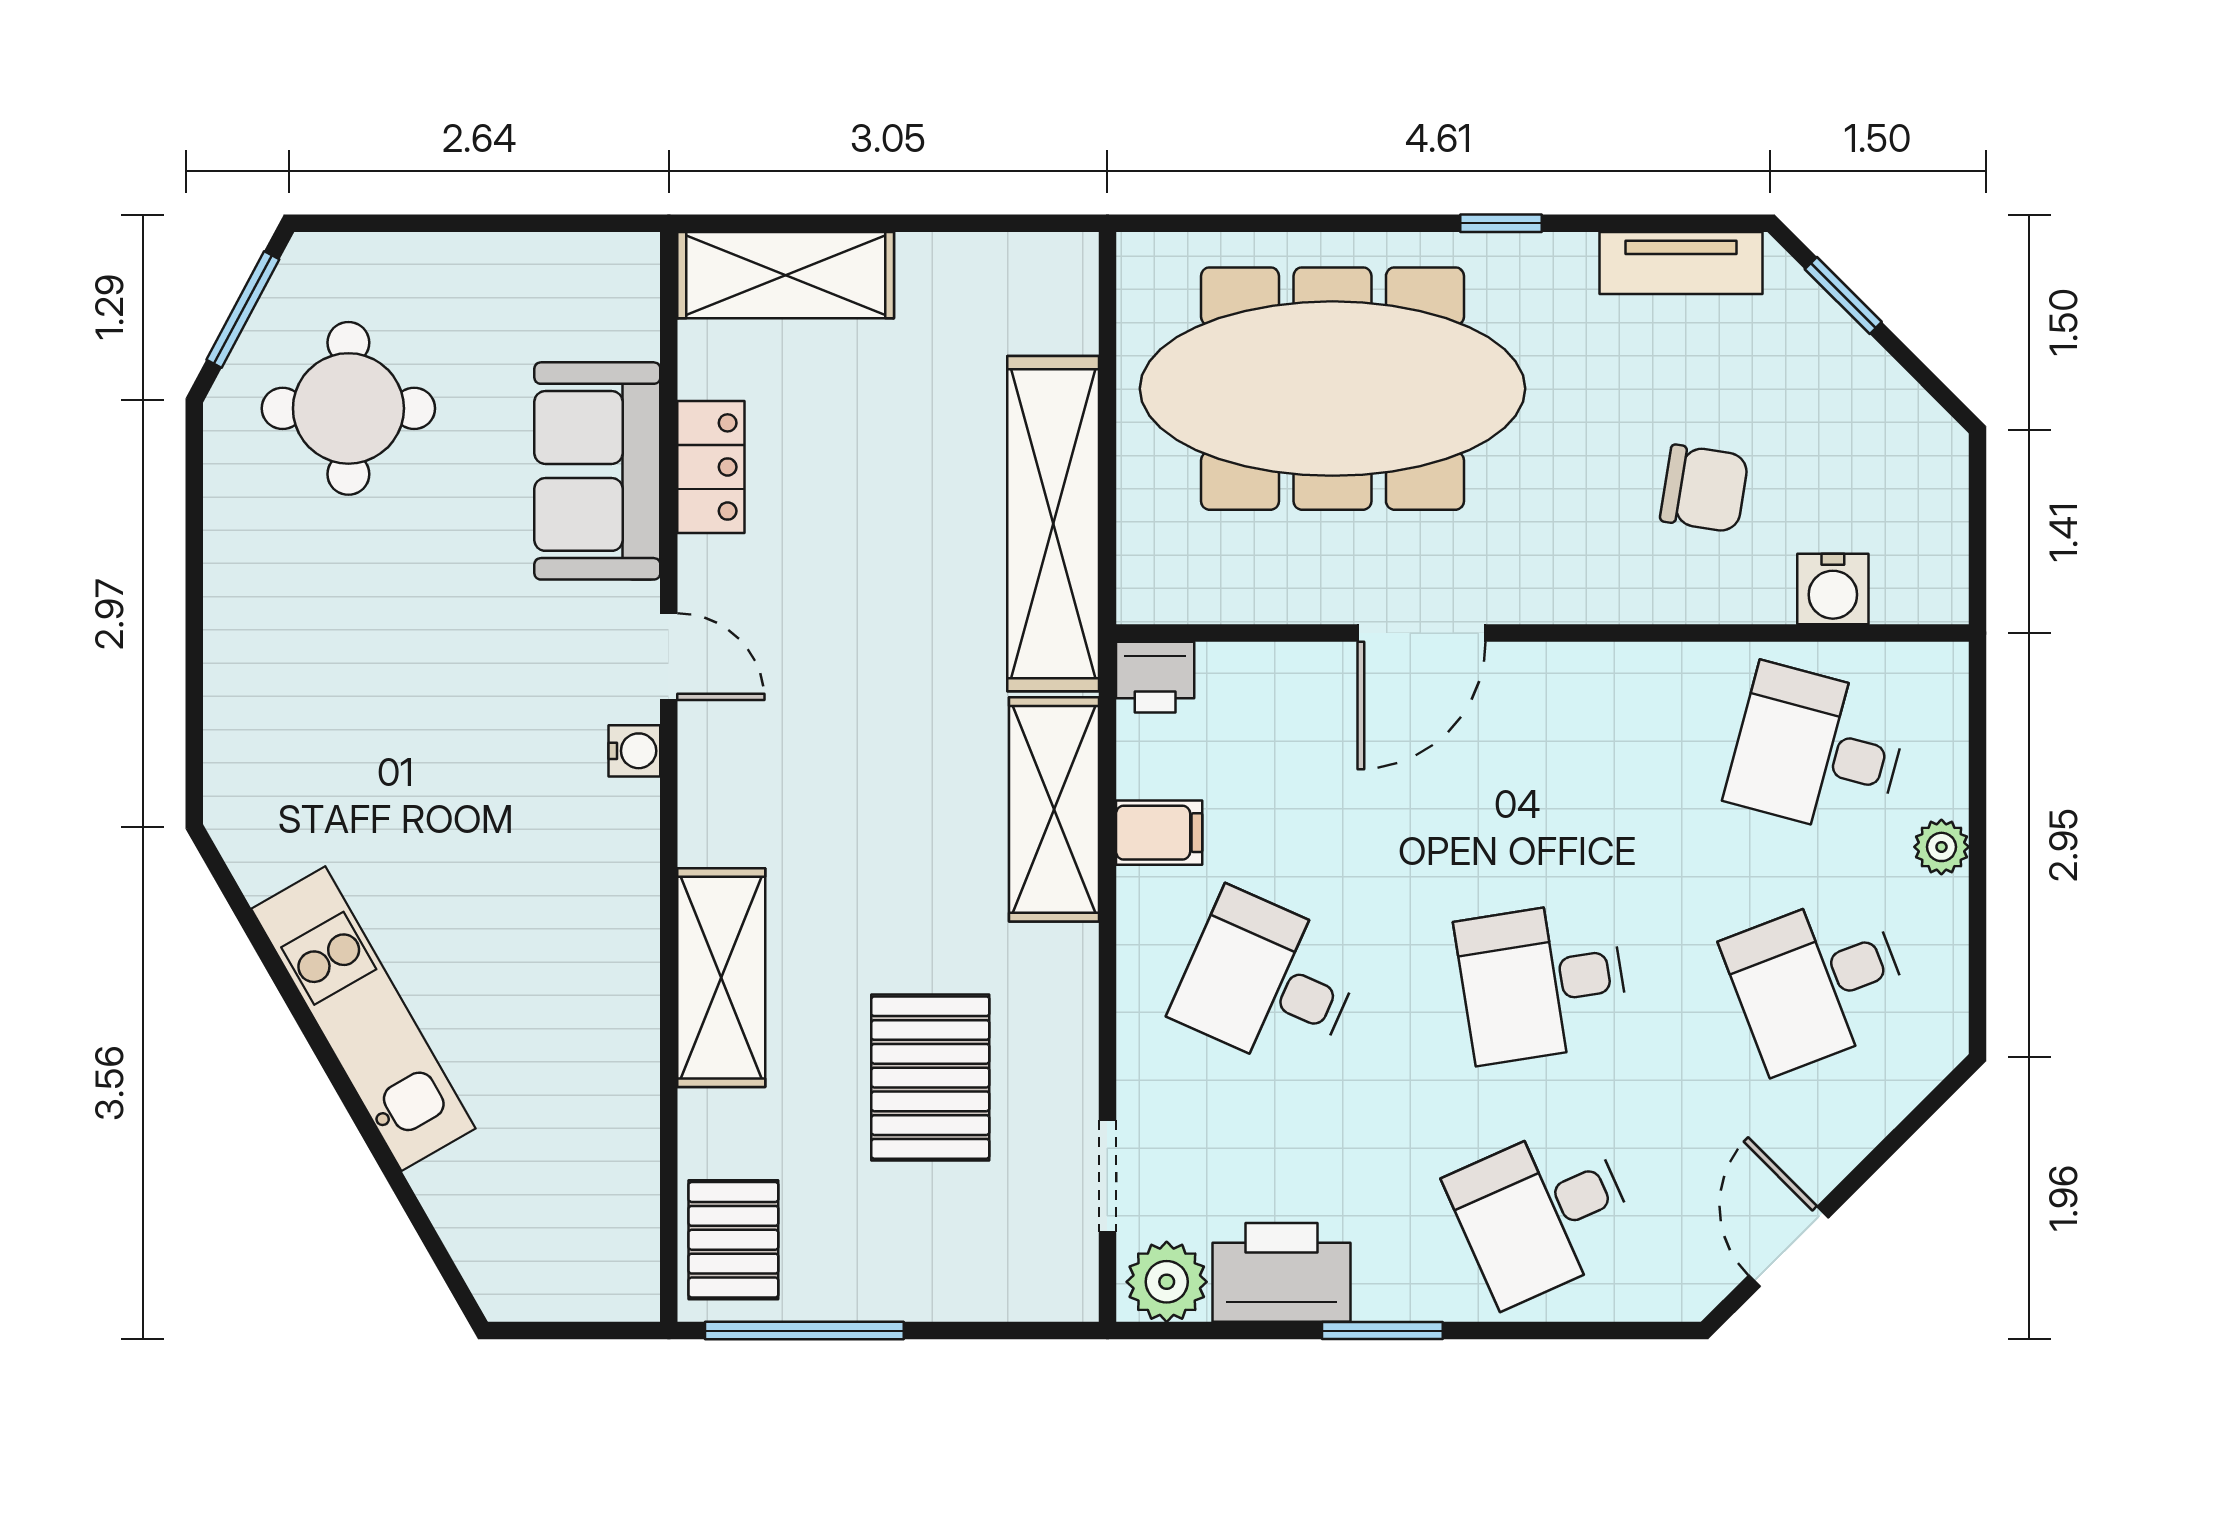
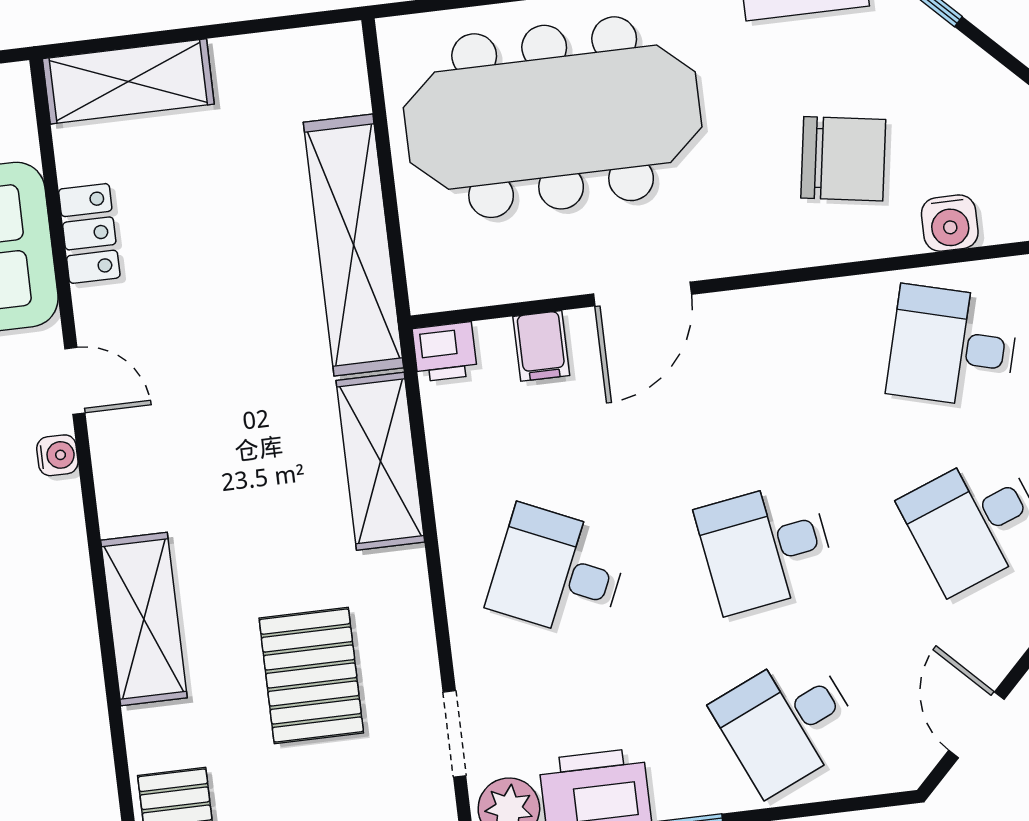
chair: (1704, 489) -> (843, 159), width x1.37, depth x1.37
filing cabinet: (1159, 833) -> (541, 346), moved, turned 90

